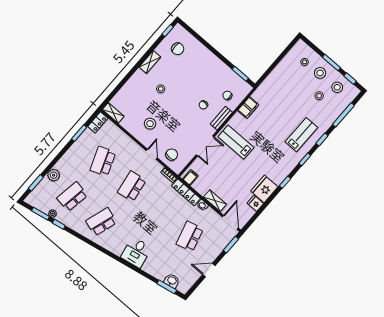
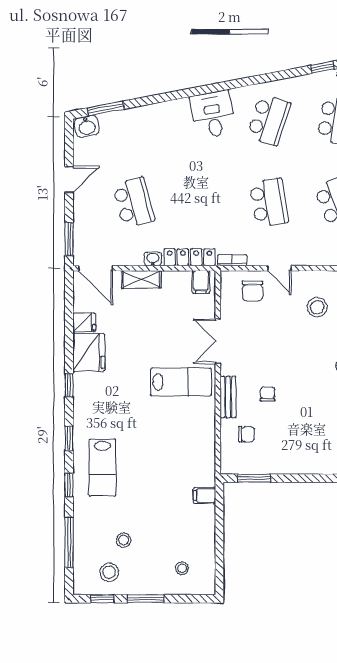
stool: (320, 73) -> (149, 572), removed
filing cabinet: (248, 108) -> (205, 496), moved, width x0.50
desk: (136, 252) -> (213, 114), moved
washbasin: (172, 281) -> (87, 126), moved

